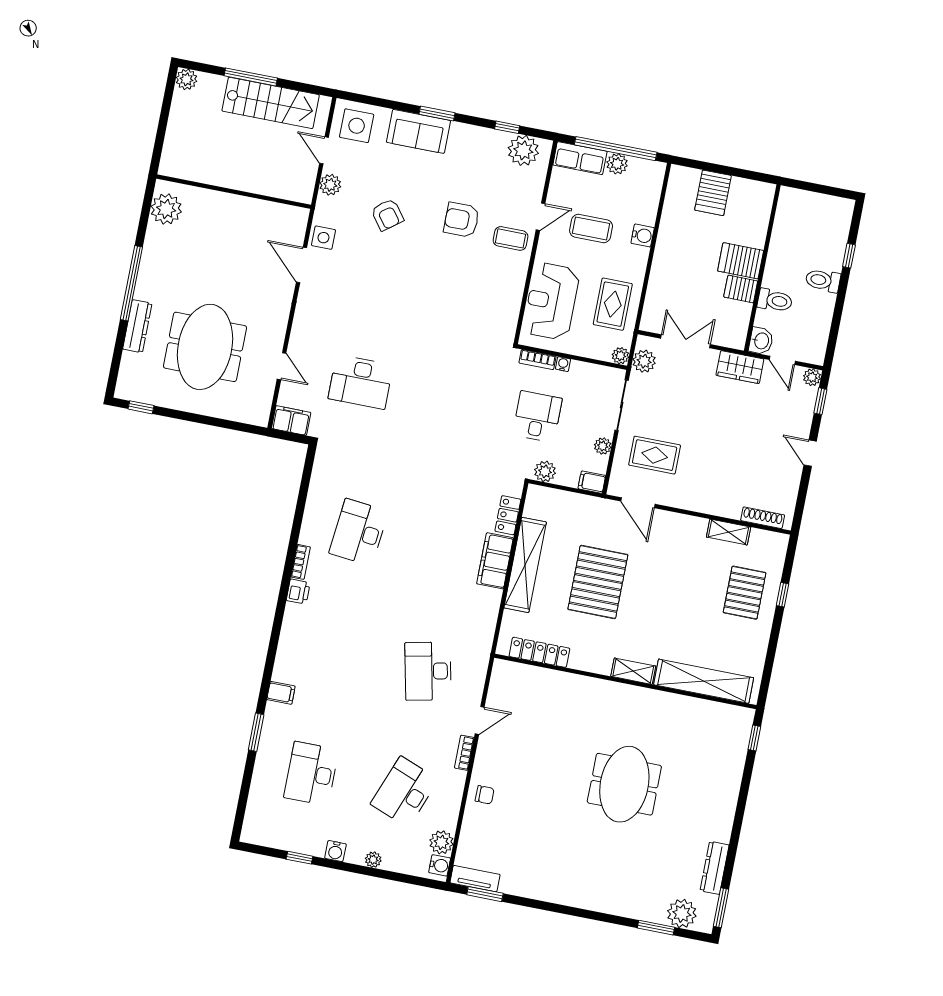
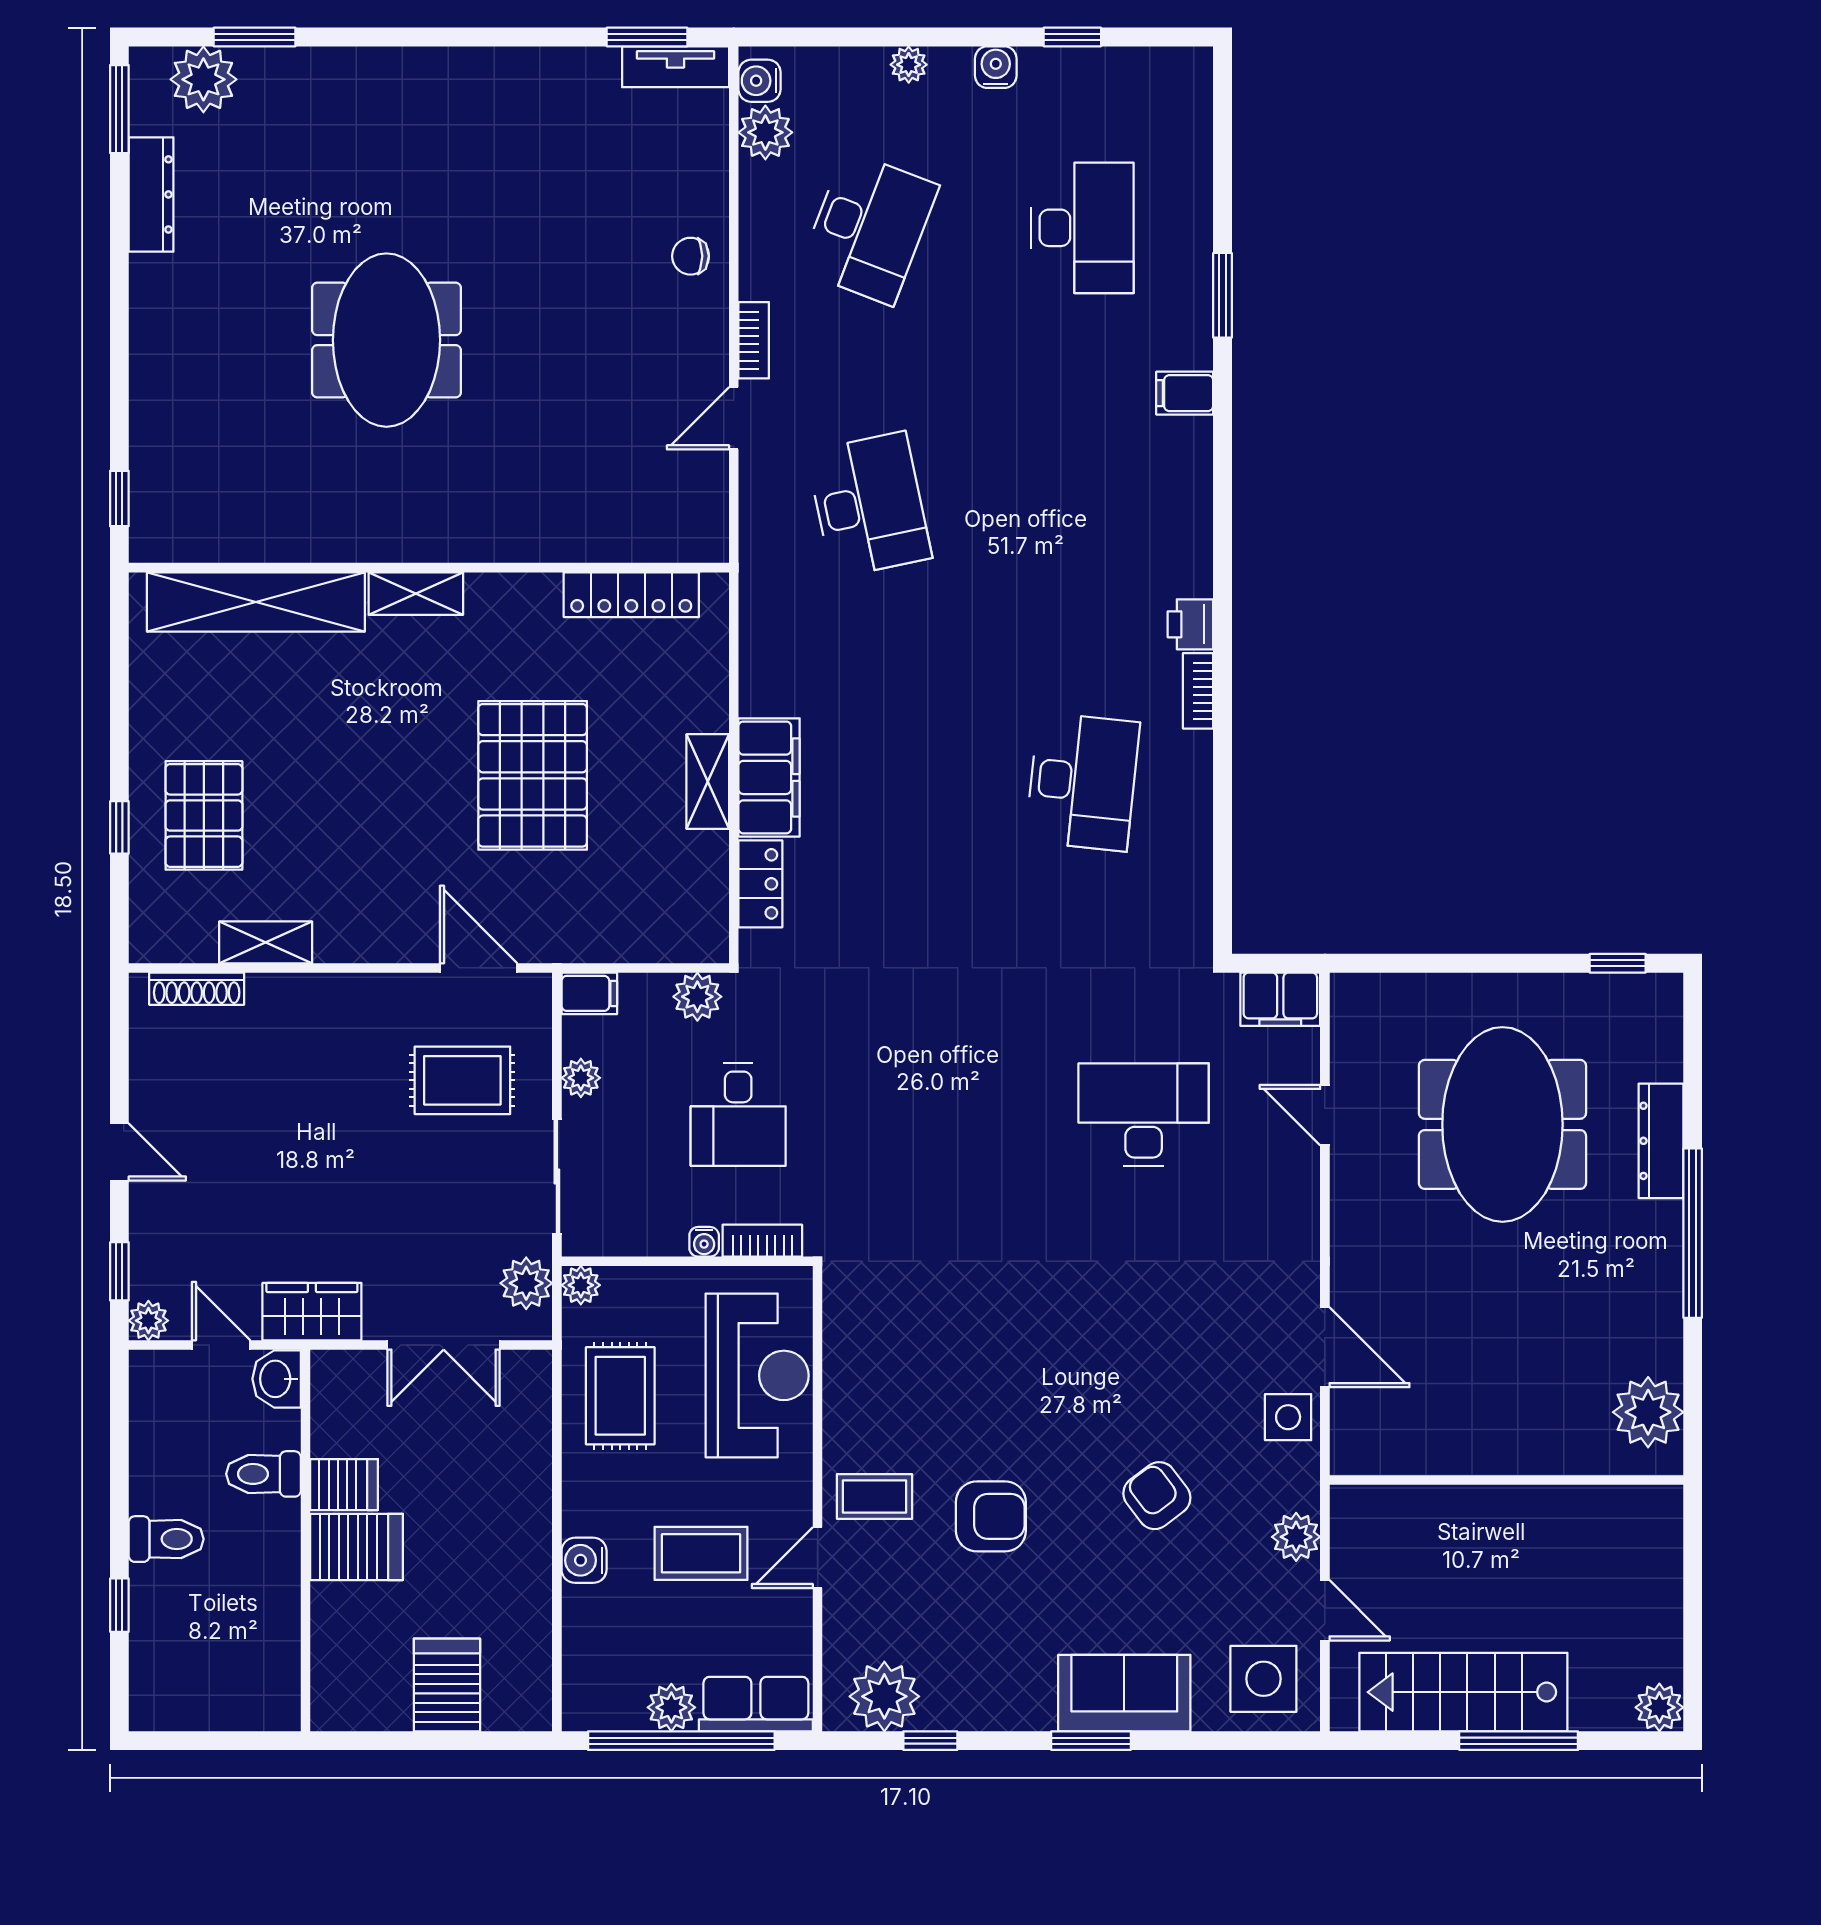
shelving: (525, 565) -> (708, 782), width x0.45, depth x0.75

